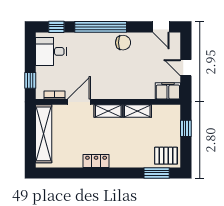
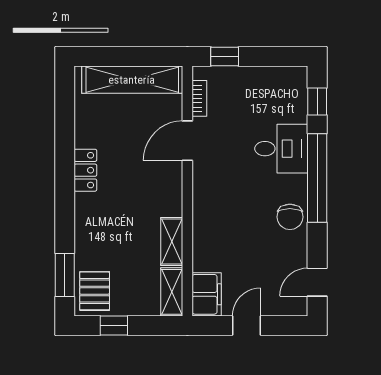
desk: (51, 51) -> (281, 149), moved, turned 90
door: (79, 102) -> (187, 141), swing flipped
shelving: (108, 111) -> (172, 292), moved
window: (186, 128) -> (114, 325), moved

